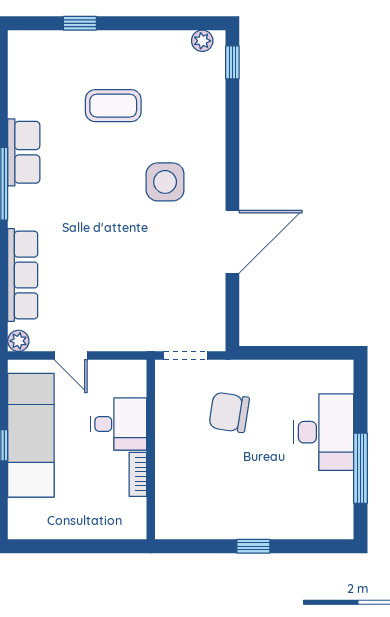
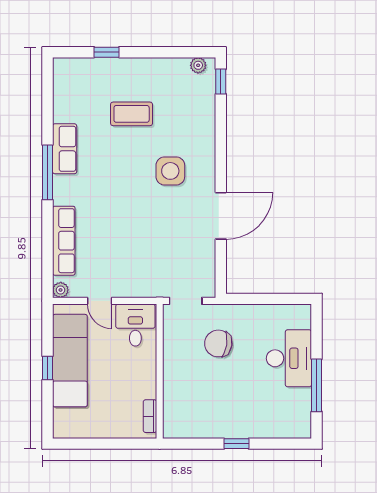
desk: (118, 424) -> (135, 325), moved, turned -90
bookcase: (138, 474) -> (150, 416), moved

